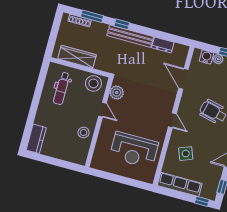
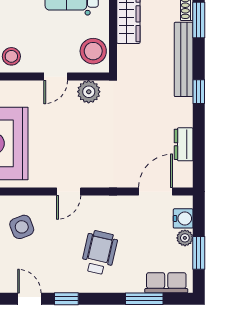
window: (122, 24) -> (199, 92), moved
bench: (130, 36) -> (184, 59), moved
door: (183, 79) -> (156, 192), moved

